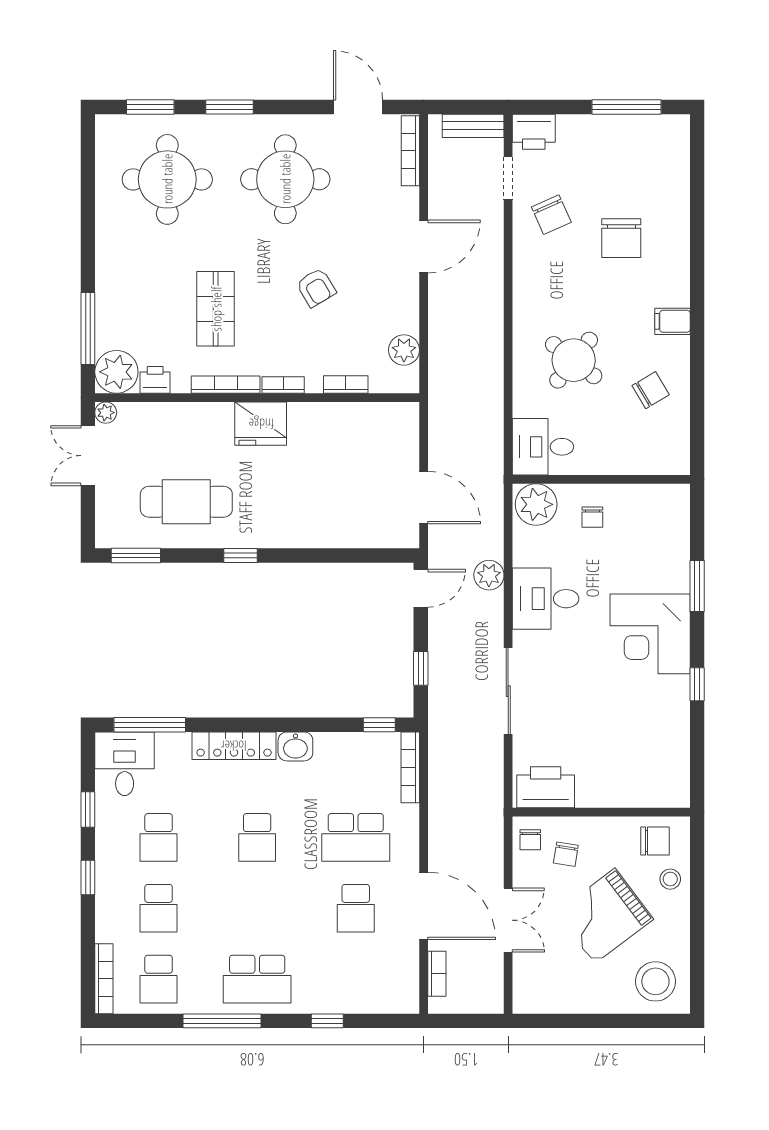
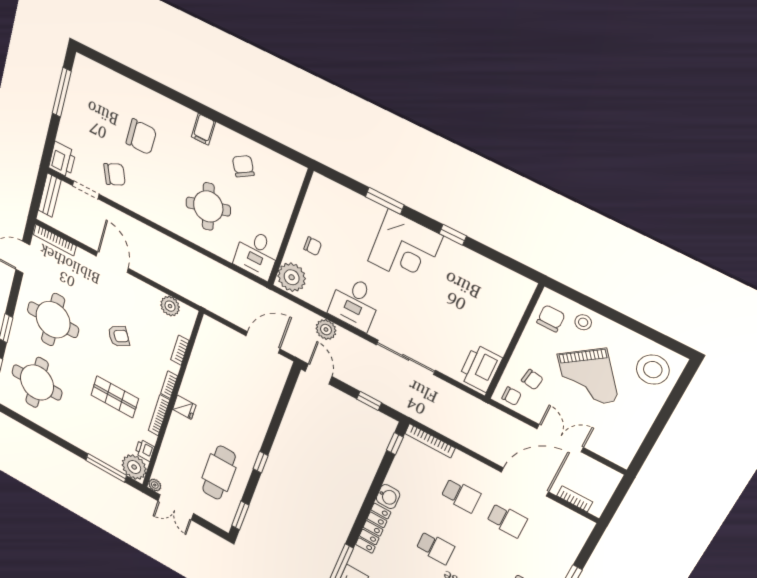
round table: (574, 360) -> (208, 207), turned 36
fridge: (261, 424) -> (184, 407), width x0.53, depth x0.75
school desk: (356, 837) -> (461, 495), width x0.54

